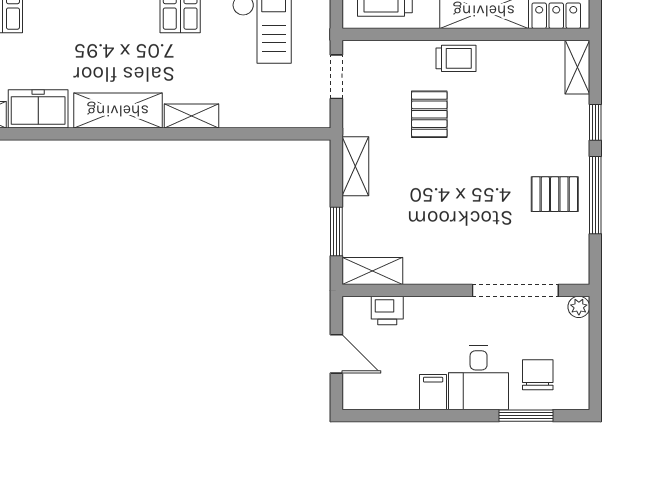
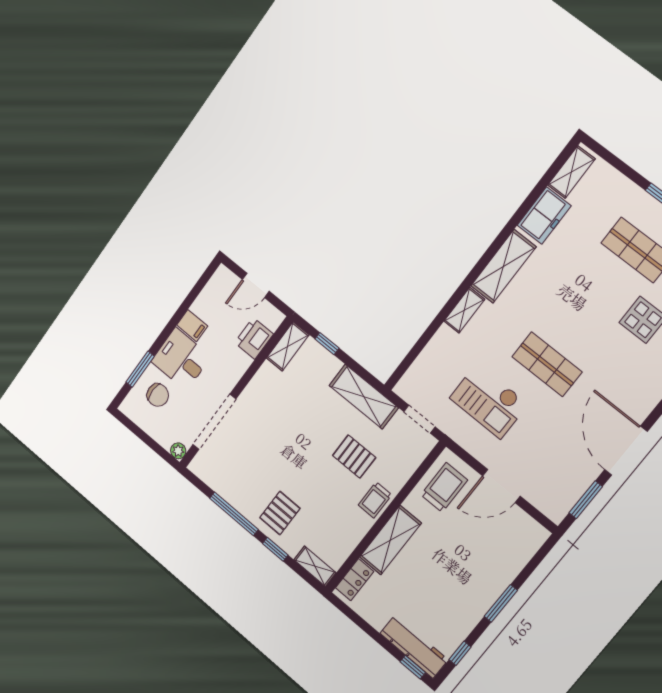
shelving: (355, 166) -> (364, 397), width x1.50, depth x1.33
pallet: (555, 194) -> (280, 513), moved
window: (336, 232) -> (327, 344), width x0.67
printer: (387, 310) -> (254, 338), width x1.36, depth x1.24

